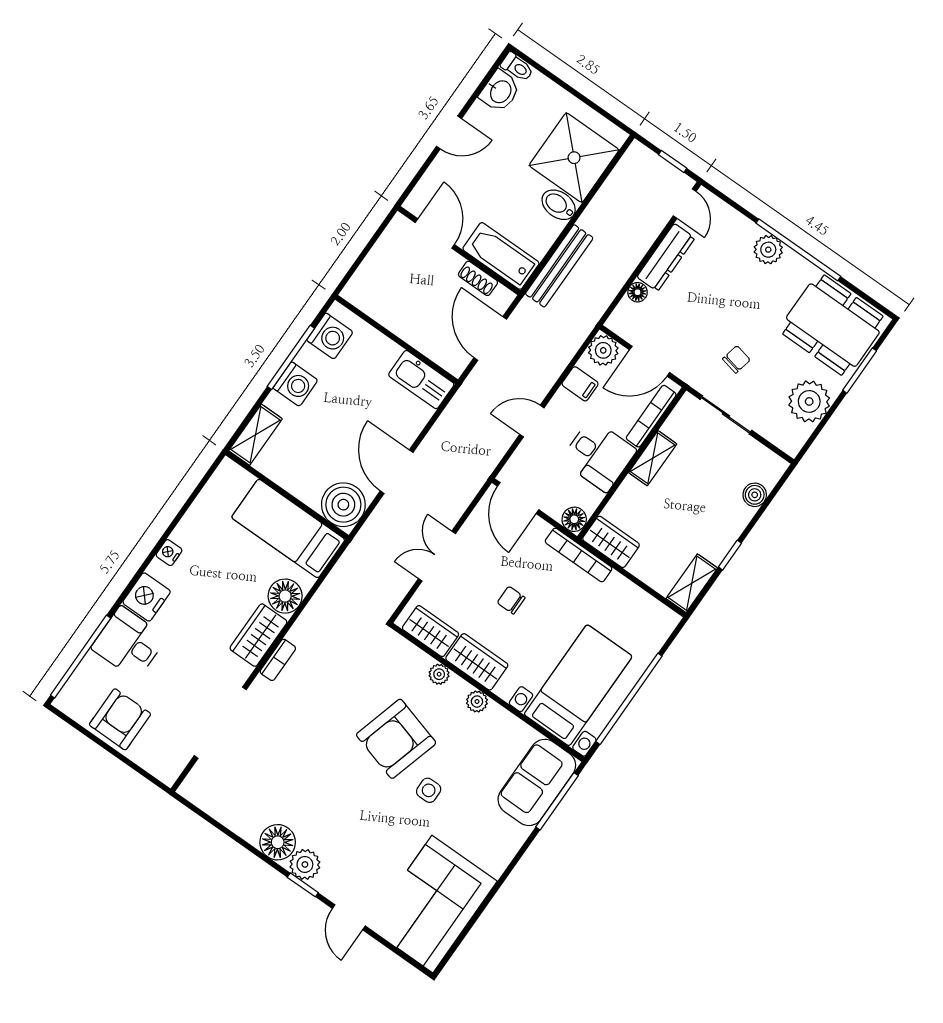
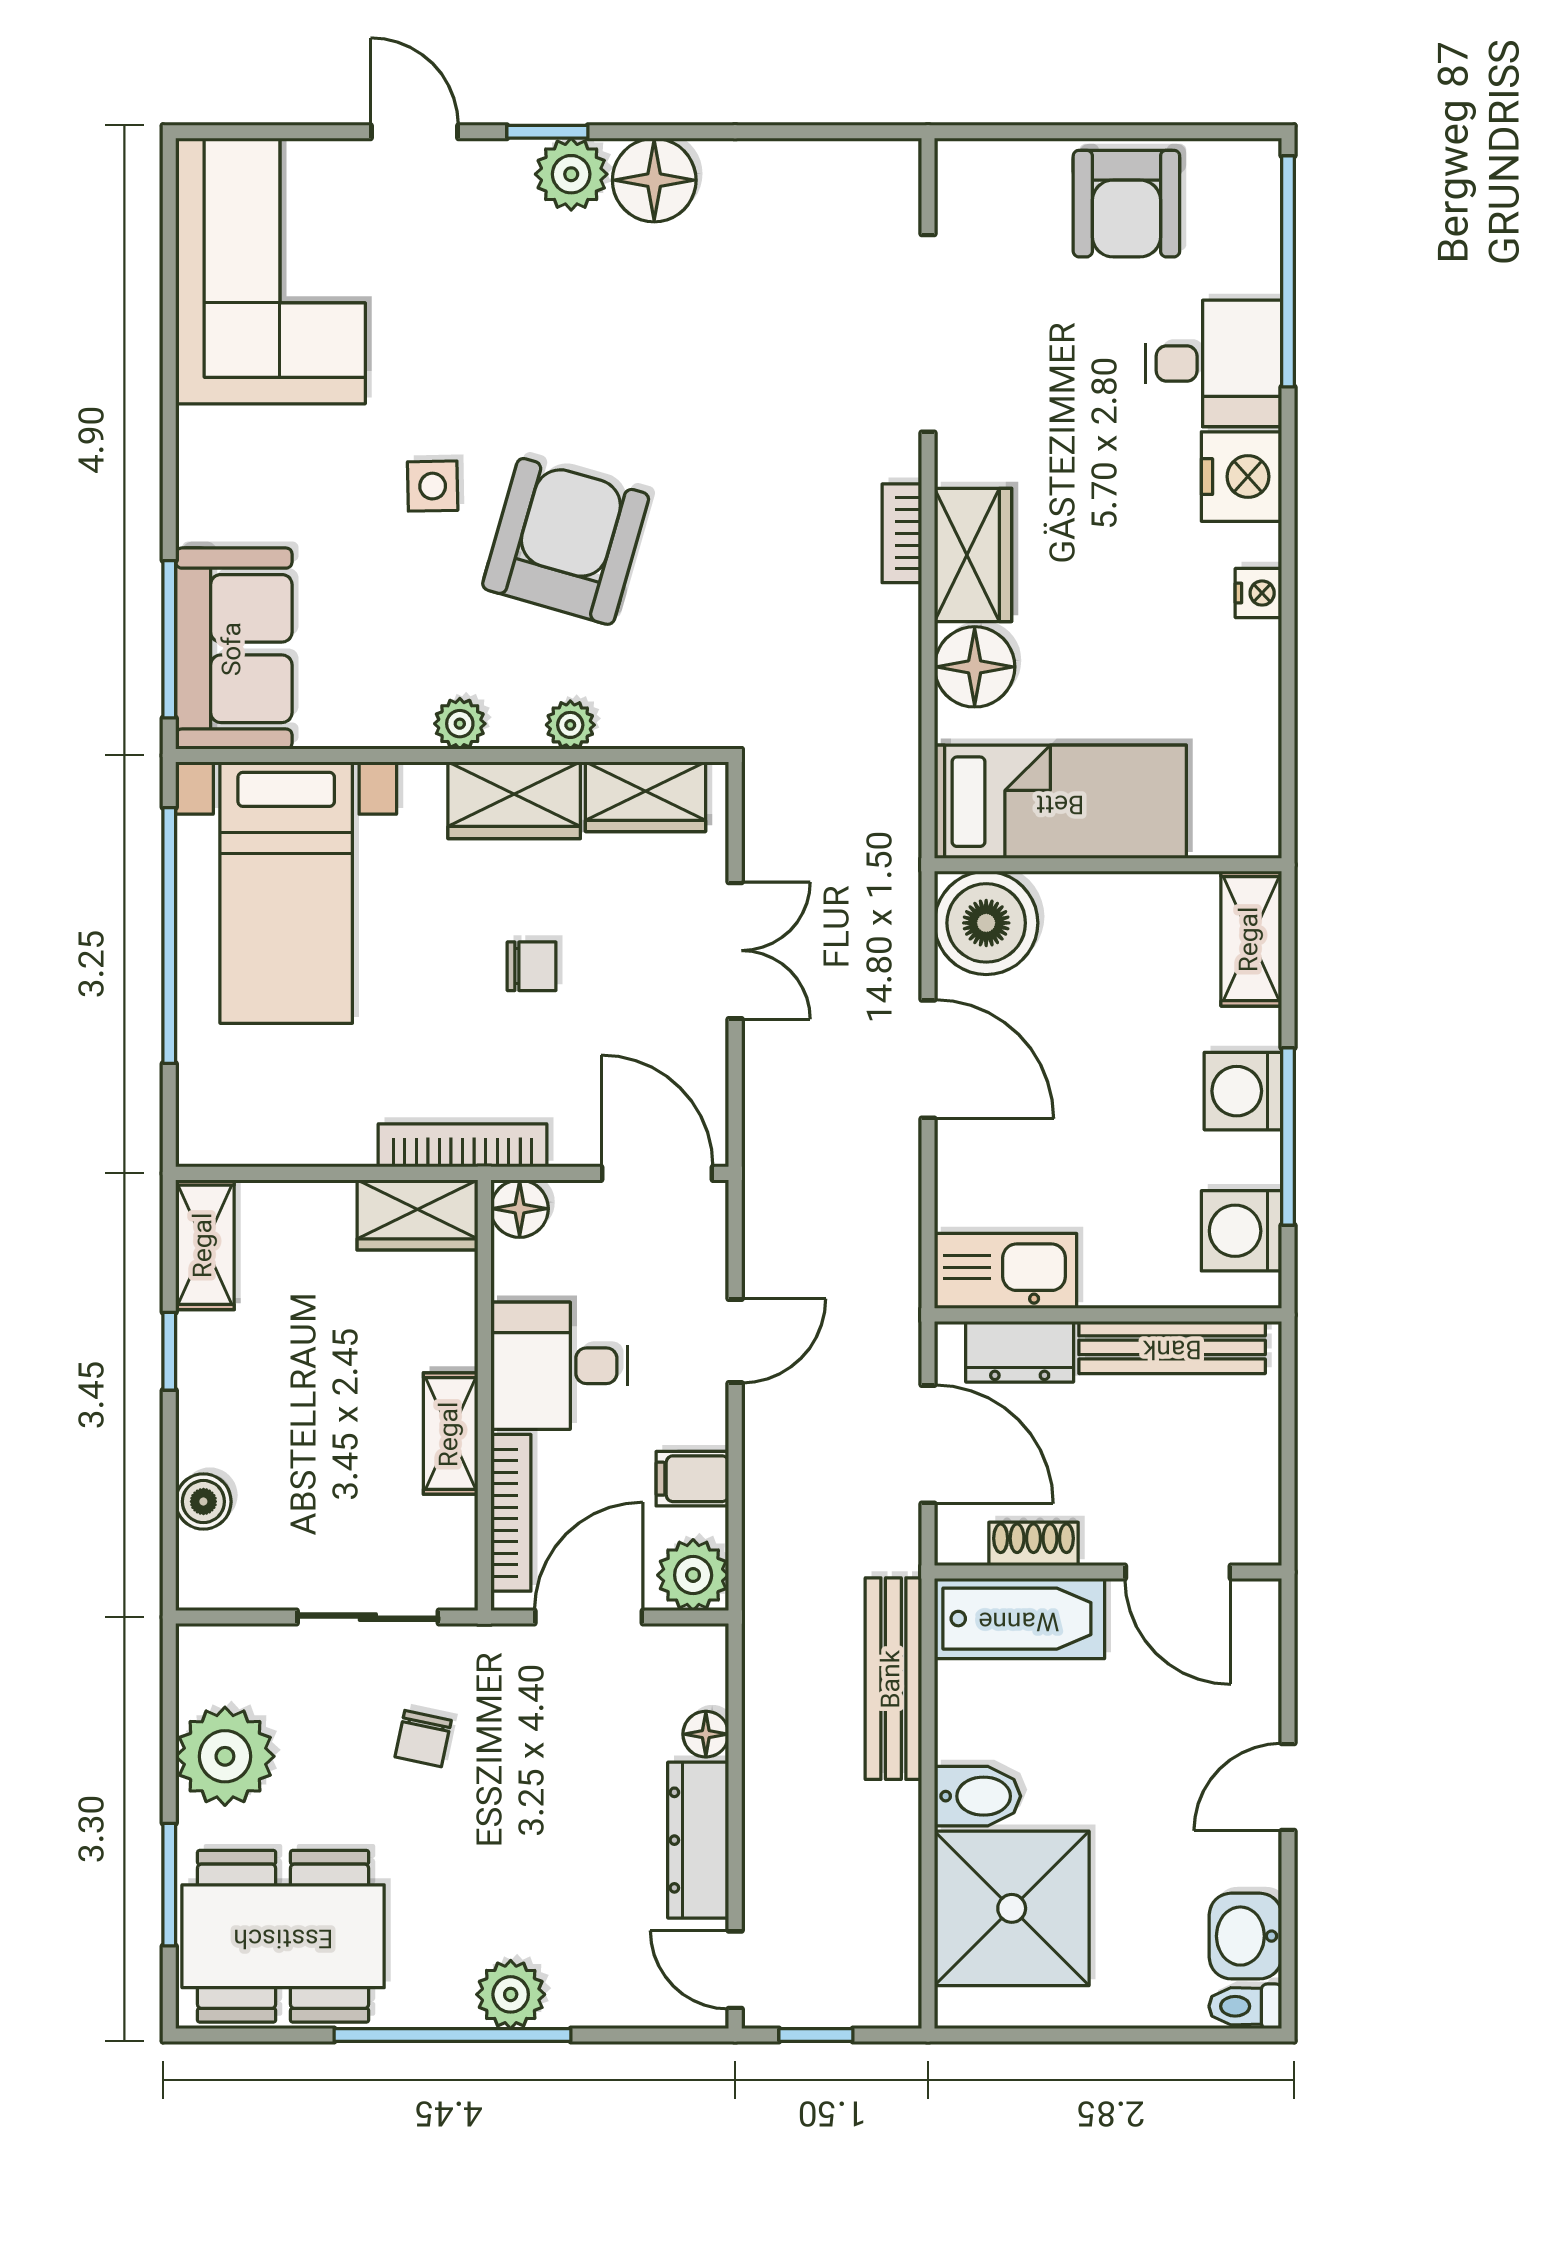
bench: (382, 313) -> (1172, 1347), added
dresser: (436, 348) -> (1020, 1352), added

